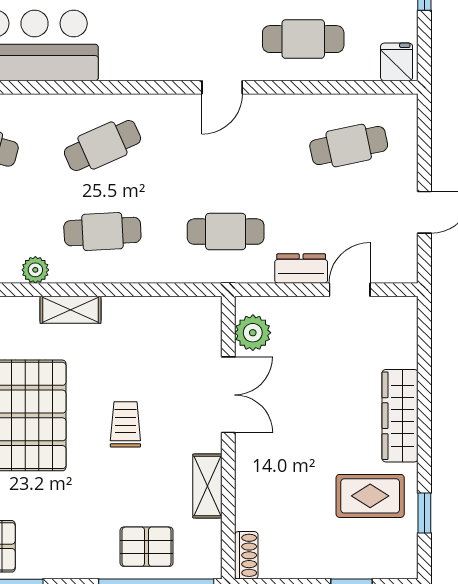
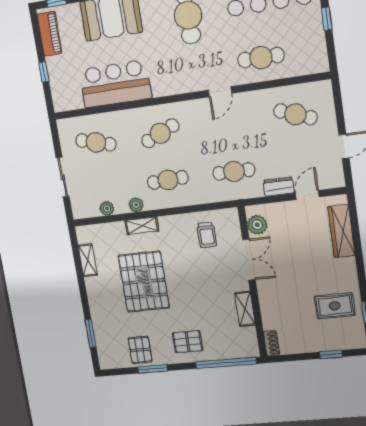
fridge: (397, 62) -> (316, 63), removed
cafe table: (349, 146) -> (295, 114), turned 33
shelving: (70, 310) -> (142, 226), moved
wardrobe: (400, 416) -> (341, 231), moved
trolley: (125, 424) -> (207, 235), moved, turned 180
pallet: (147, 547) -> (188, 342), moved

